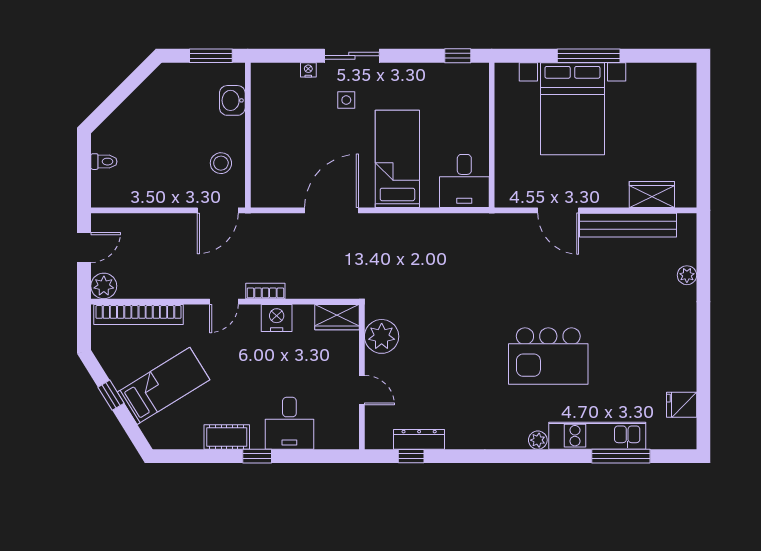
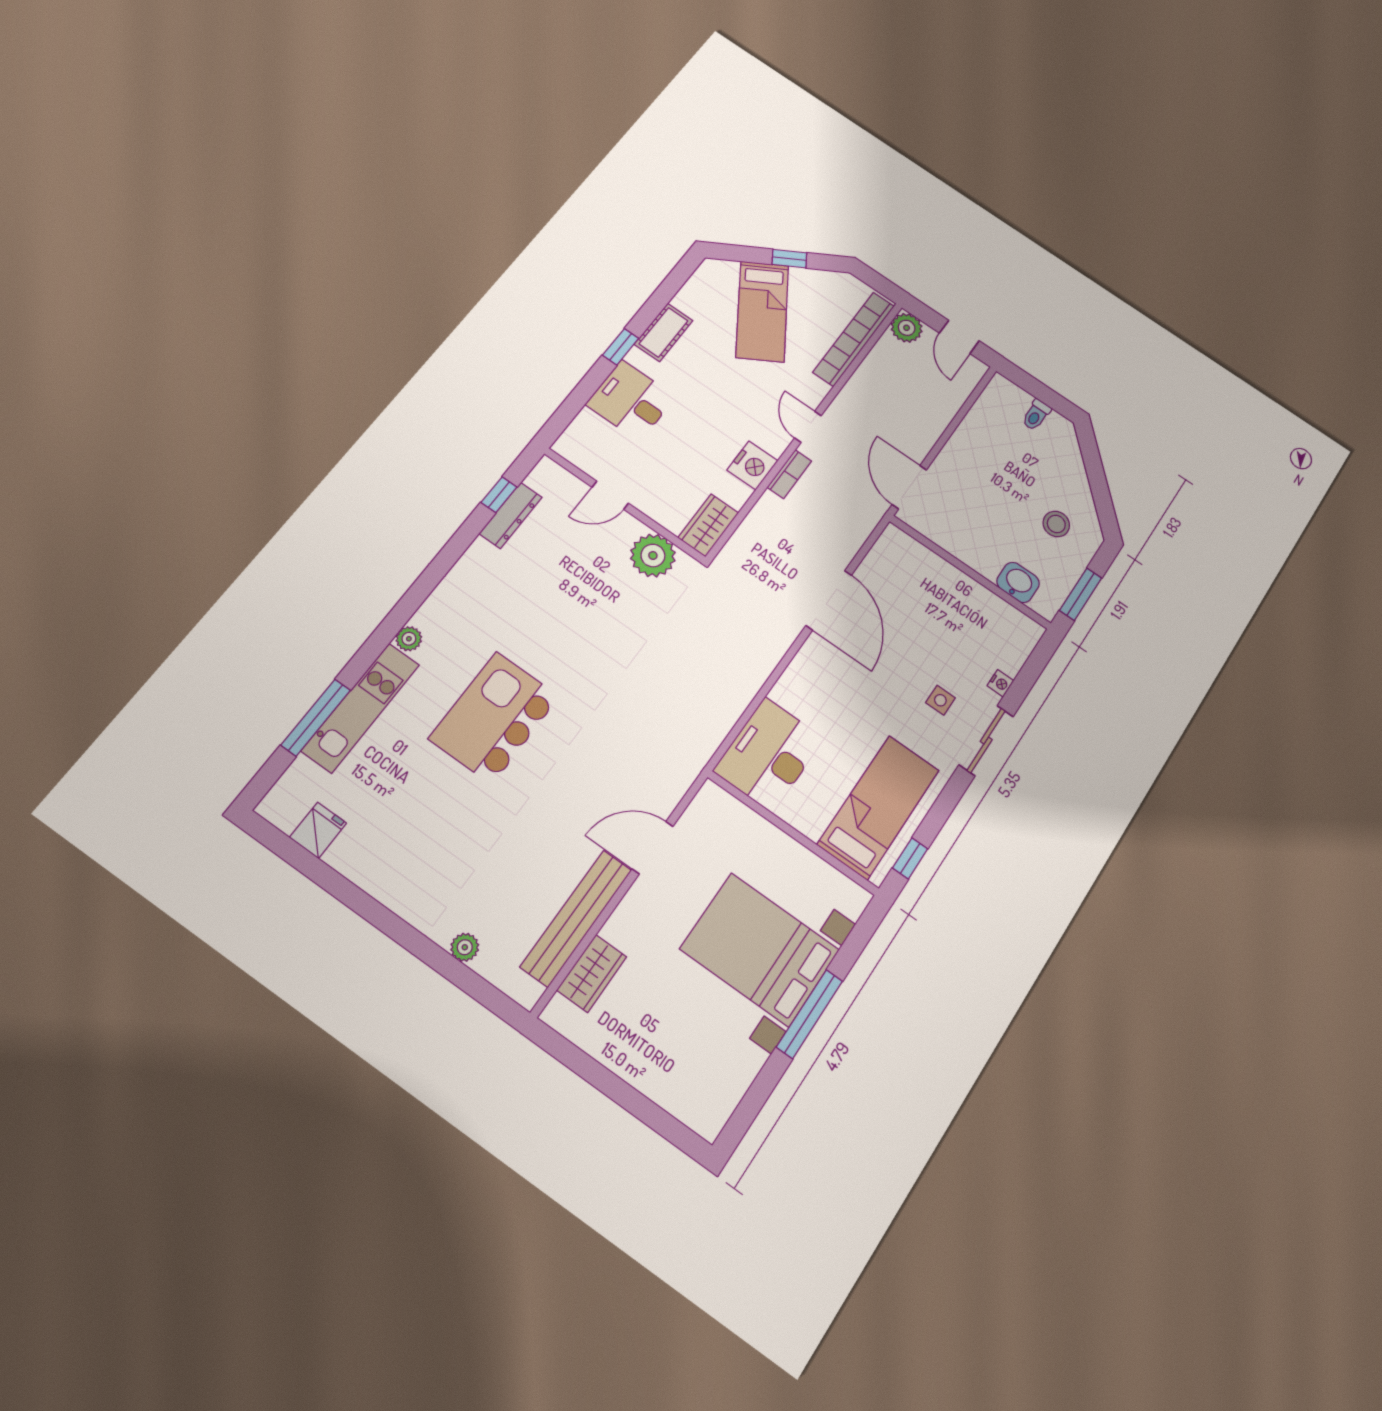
bed: (397, 159) -> (878, 807), moved, turned -90
stool: (221, 163) -> (1056, 524), moved
desk: (464, 181) -> (769, 755), width x1.37

